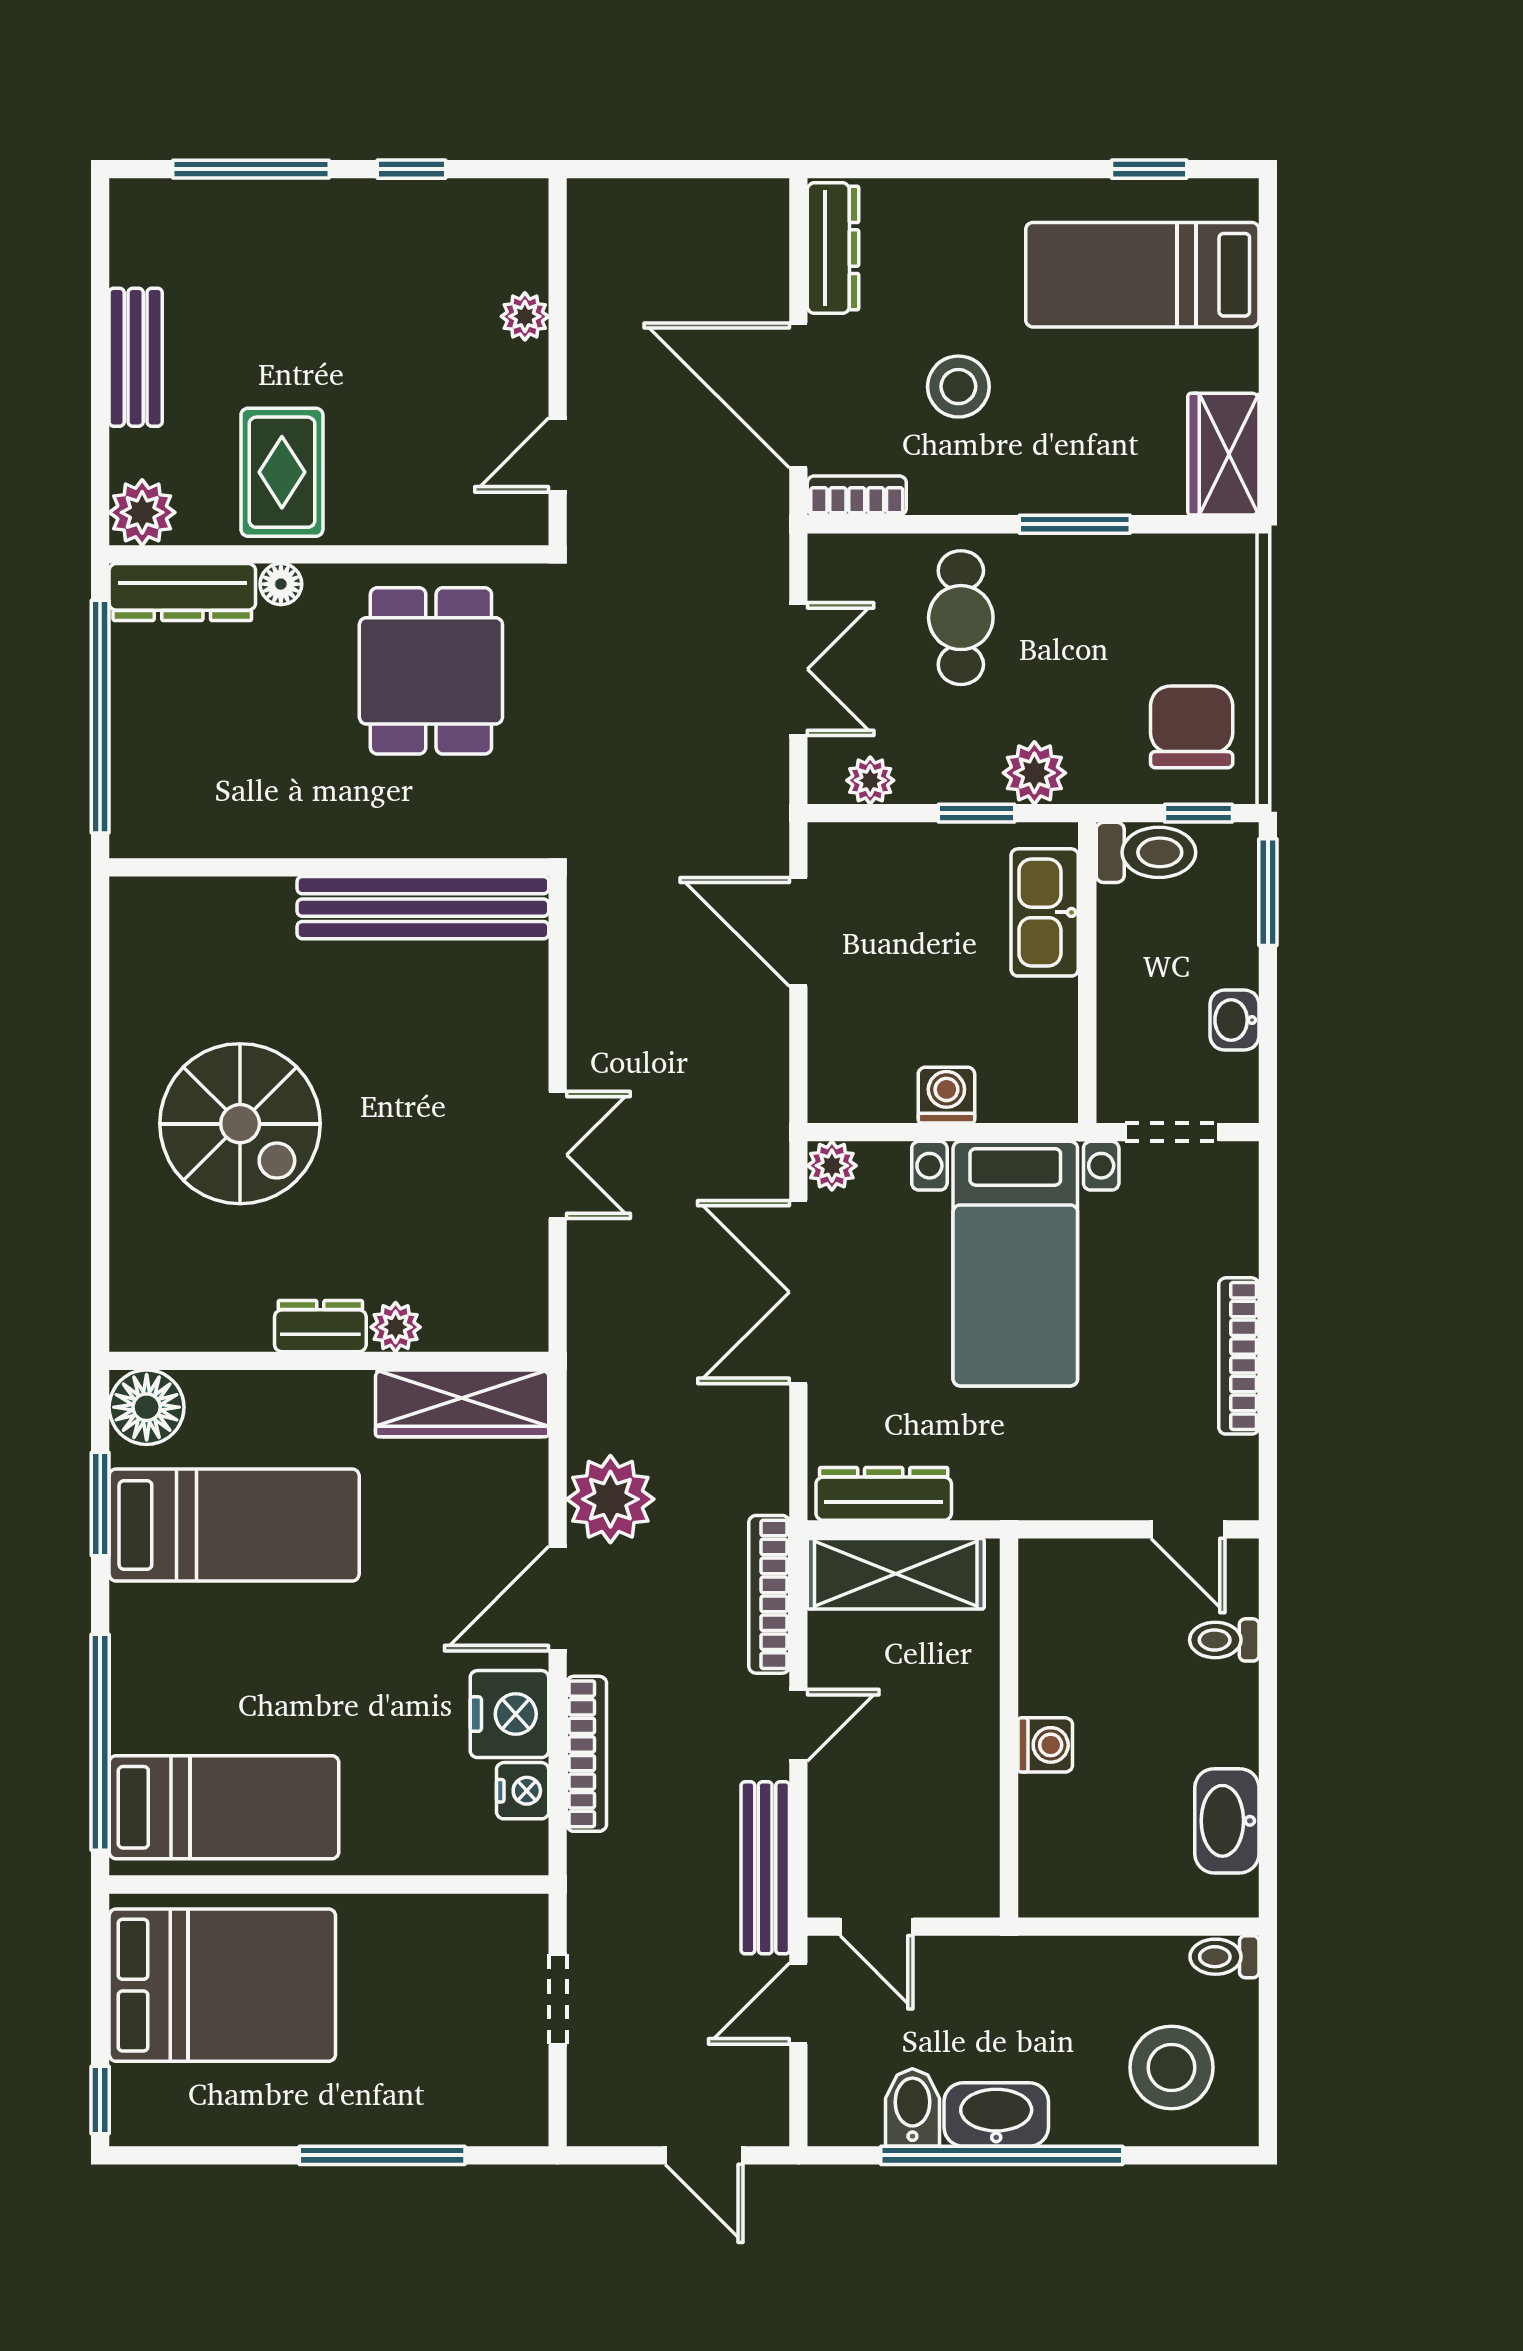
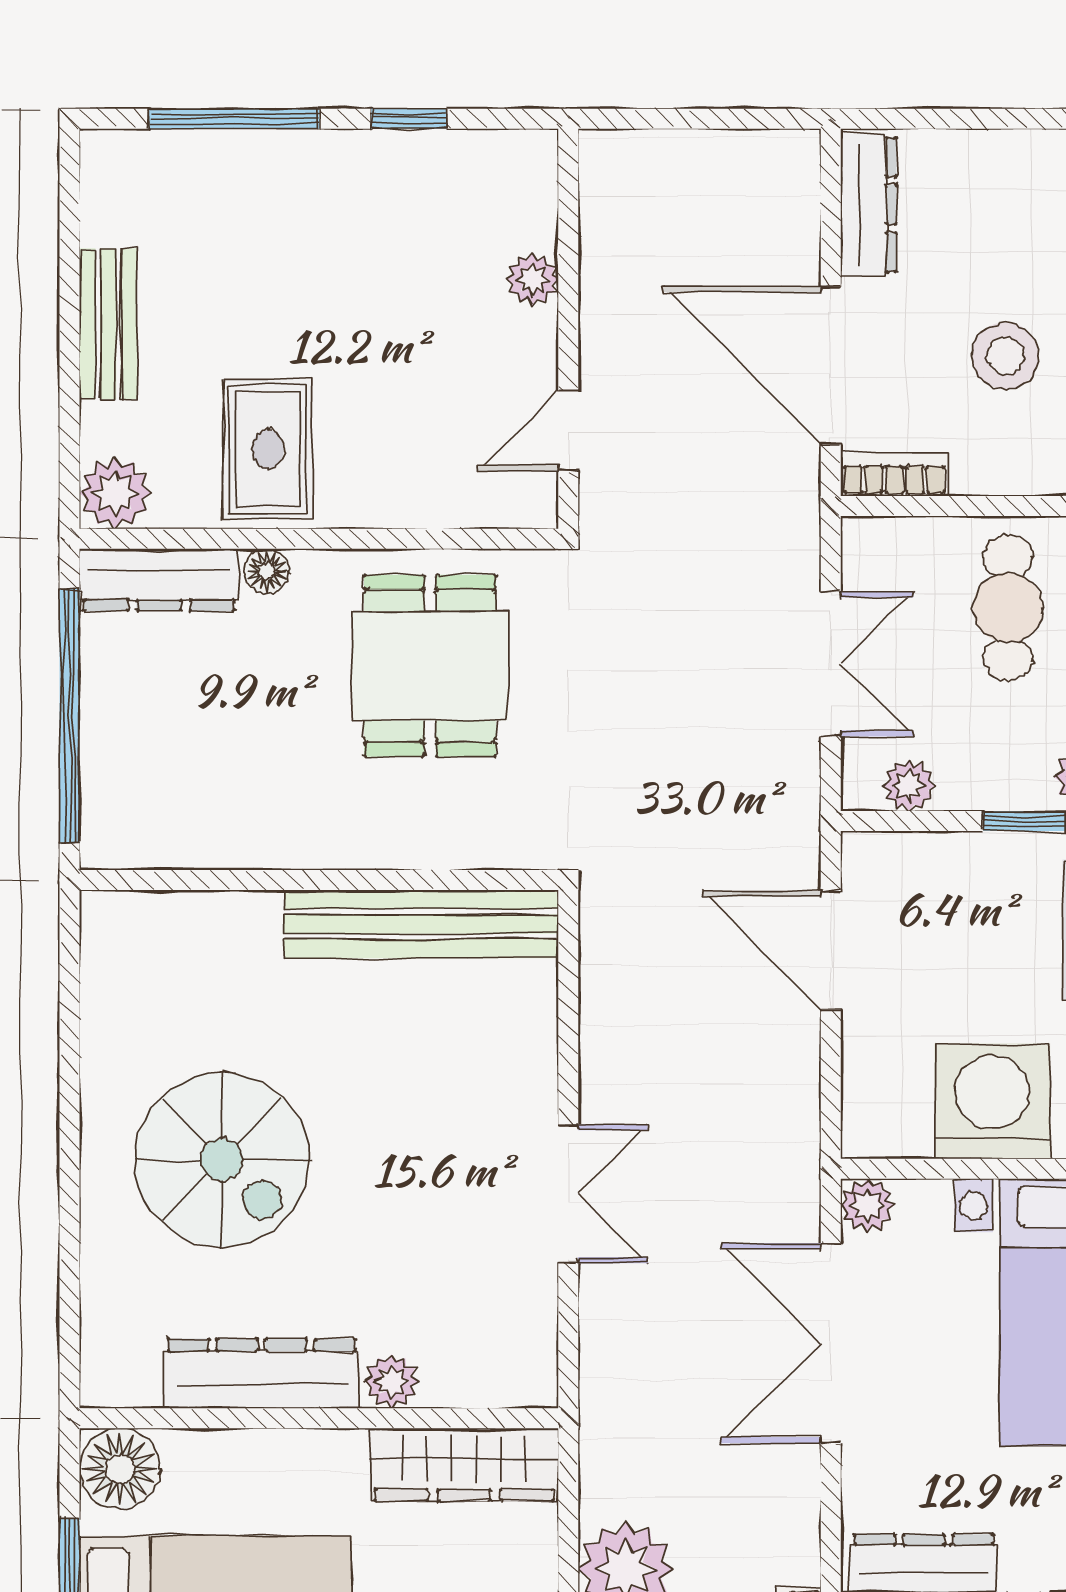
washing machine: (946, 1095) -> (992, 1101), width x1.89, depth x1.89
dresser: (320, 1326) -> (262, 1374), width x1.96, depth x1.24

